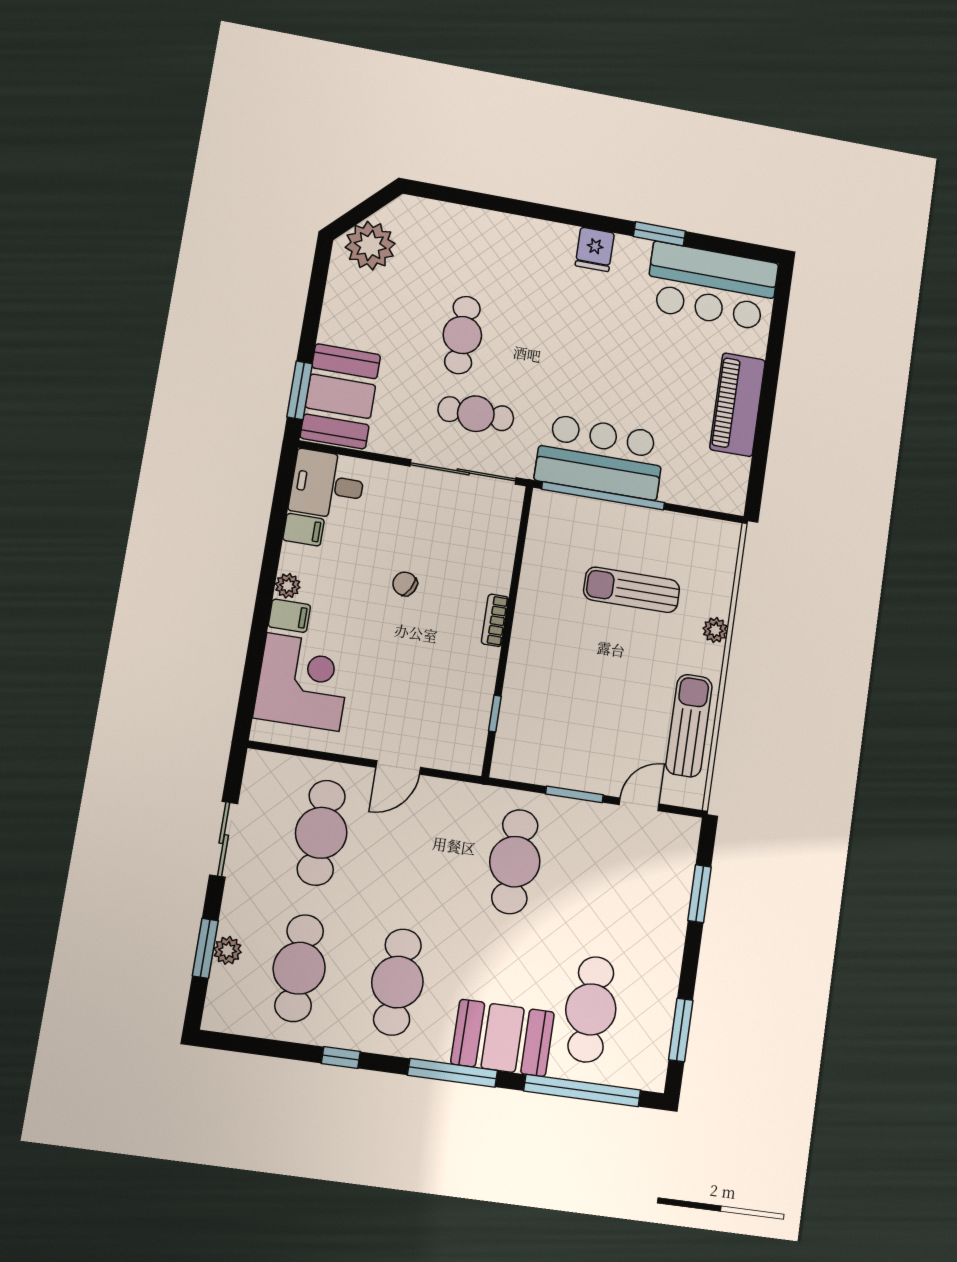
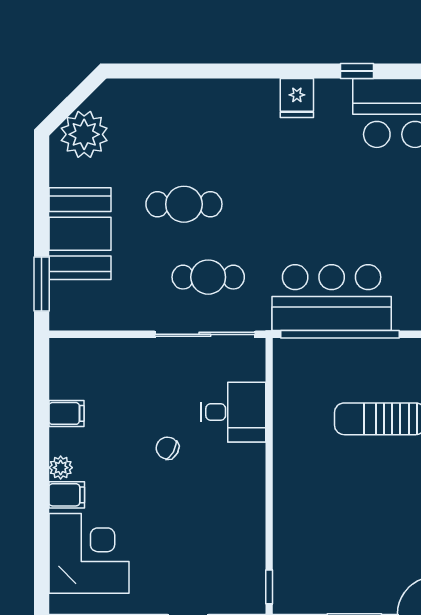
window: (659, 234) -> (357, 71), width x0.67
cafe table: (462, 335) -> (184, 204), turned 90
booth: (340, 396) -> (80, 234), moved
desk: (327, 485) -> (233, 412), moved, turned 180
bookcase: (495, 620) -> (256, 468), removed
window: (495, 714) -> (269, 587), moved

